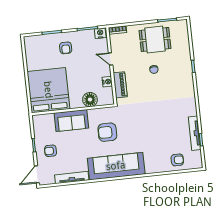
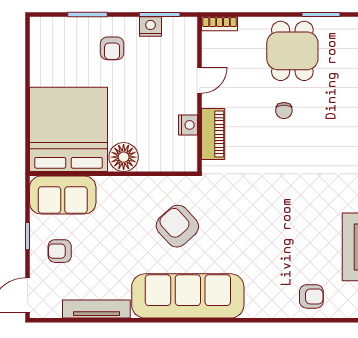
nightstand: (100, 33) -> (151, 27), moved
dining table: (155, 40) -> (292, 51), turned 90
door: (111, 59) -> (200, 80), swing flipped
floor lamp: (90, 100) -> (124, 157), moved
sofa: (71, 121) -> (63, 195), moved
armchair: (107, 132) -> (177, 226), turned 48

